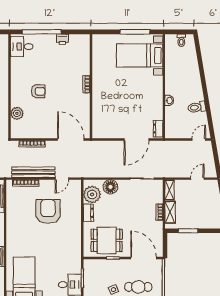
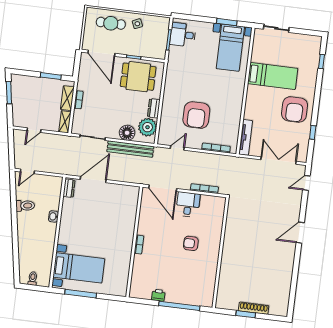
desk: (22, 47) -> (188, 204), moved, turned -90
plant: (17, 113) -> (216, 223), removed
bench: (33, 172) -> (130, 149), moved

